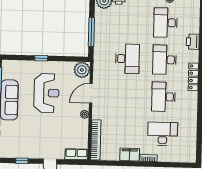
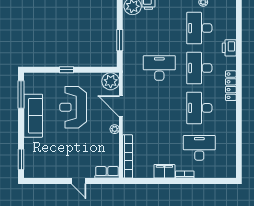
window: (91, 32) -> (120, 40), width x0.69
desk: (127, 59) -> (159, 68), turned -90
reception desk: (47, 93) -> (73, 107), turned 180
door: (91, 93) -> (121, 106), hinge flipped
window: (22, 161) -> (48, 181), removed

